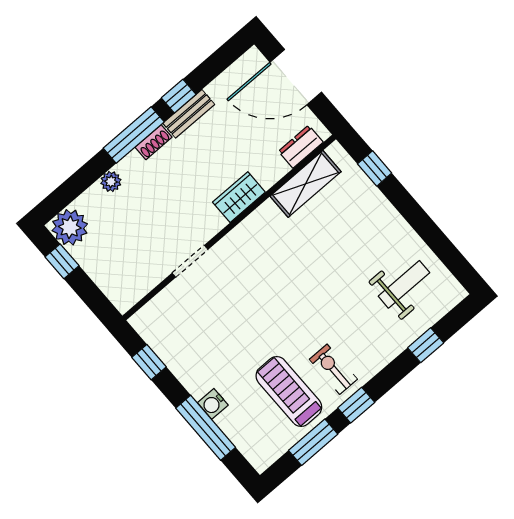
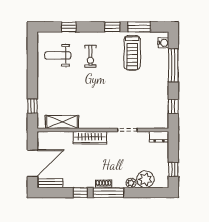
door: (296, 77) -> (32, 163), hinge flipped
bench: (189, 114) -> (51, 183), moved
dresser: (301, 147) -> (159, 137), moved
wardrobe: (239, 197) -> (90, 138), width x1.50
plant: (70, 227) -> (145, 179), moved
exercise bike: (333, 369) -> (90, 56), moved
water cooler: (213, 404) -> (163, 43), moved

